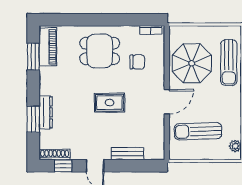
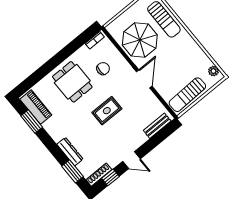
dining table: (100, 51) -> (72, 82), turned 90
window: (33, 119) -> (72, 171), moved
sun lounger: (198, 131) -> (187, 95), moved
bench: (128, 154) -> (157, 126), moved

